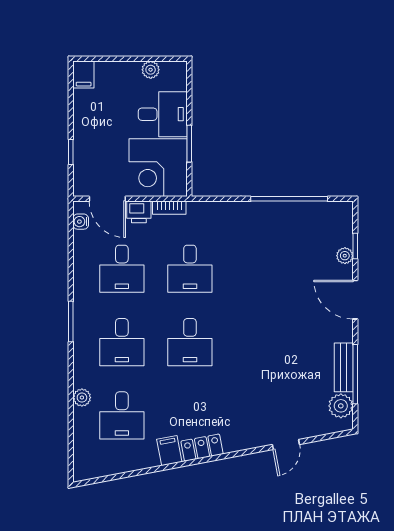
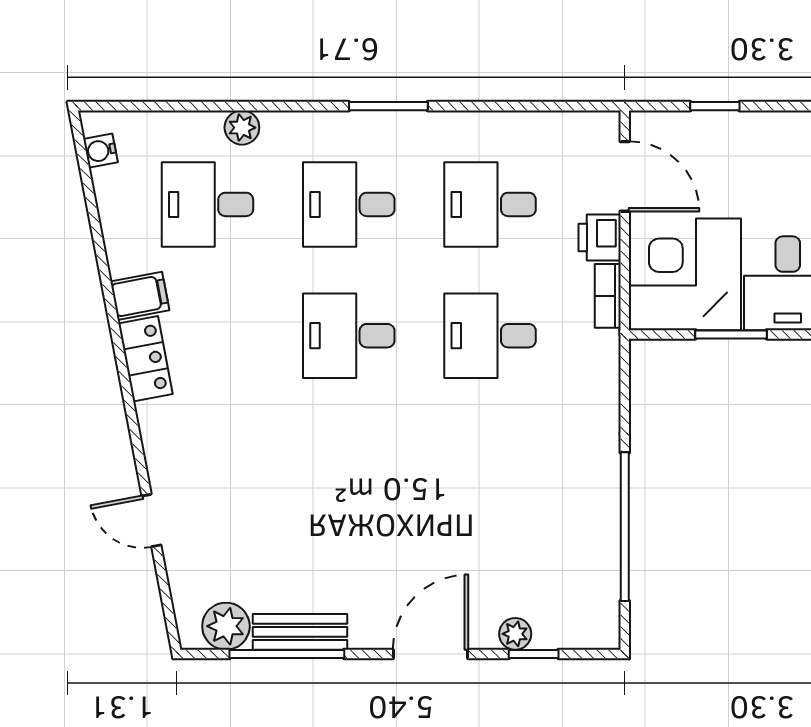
door: (107, 199) -> (625, 176), swing flipped
water cooler: (81, 222) -> (100, 151), moved, turned -101

